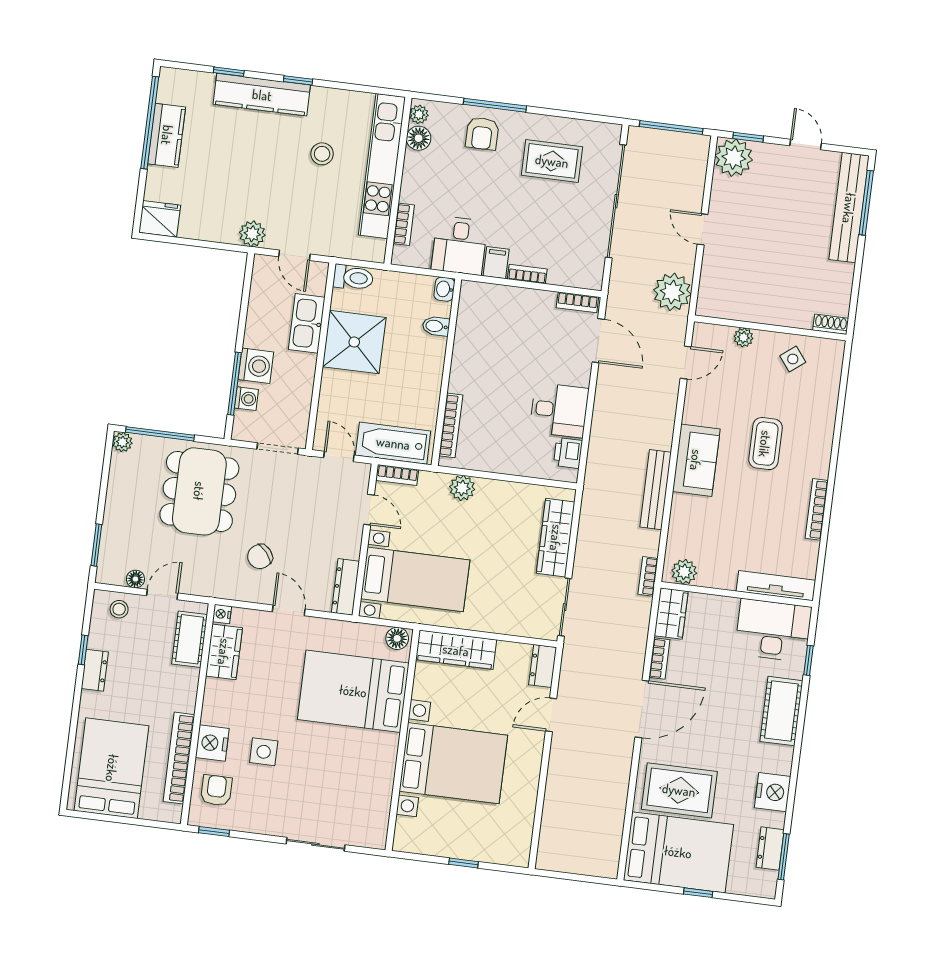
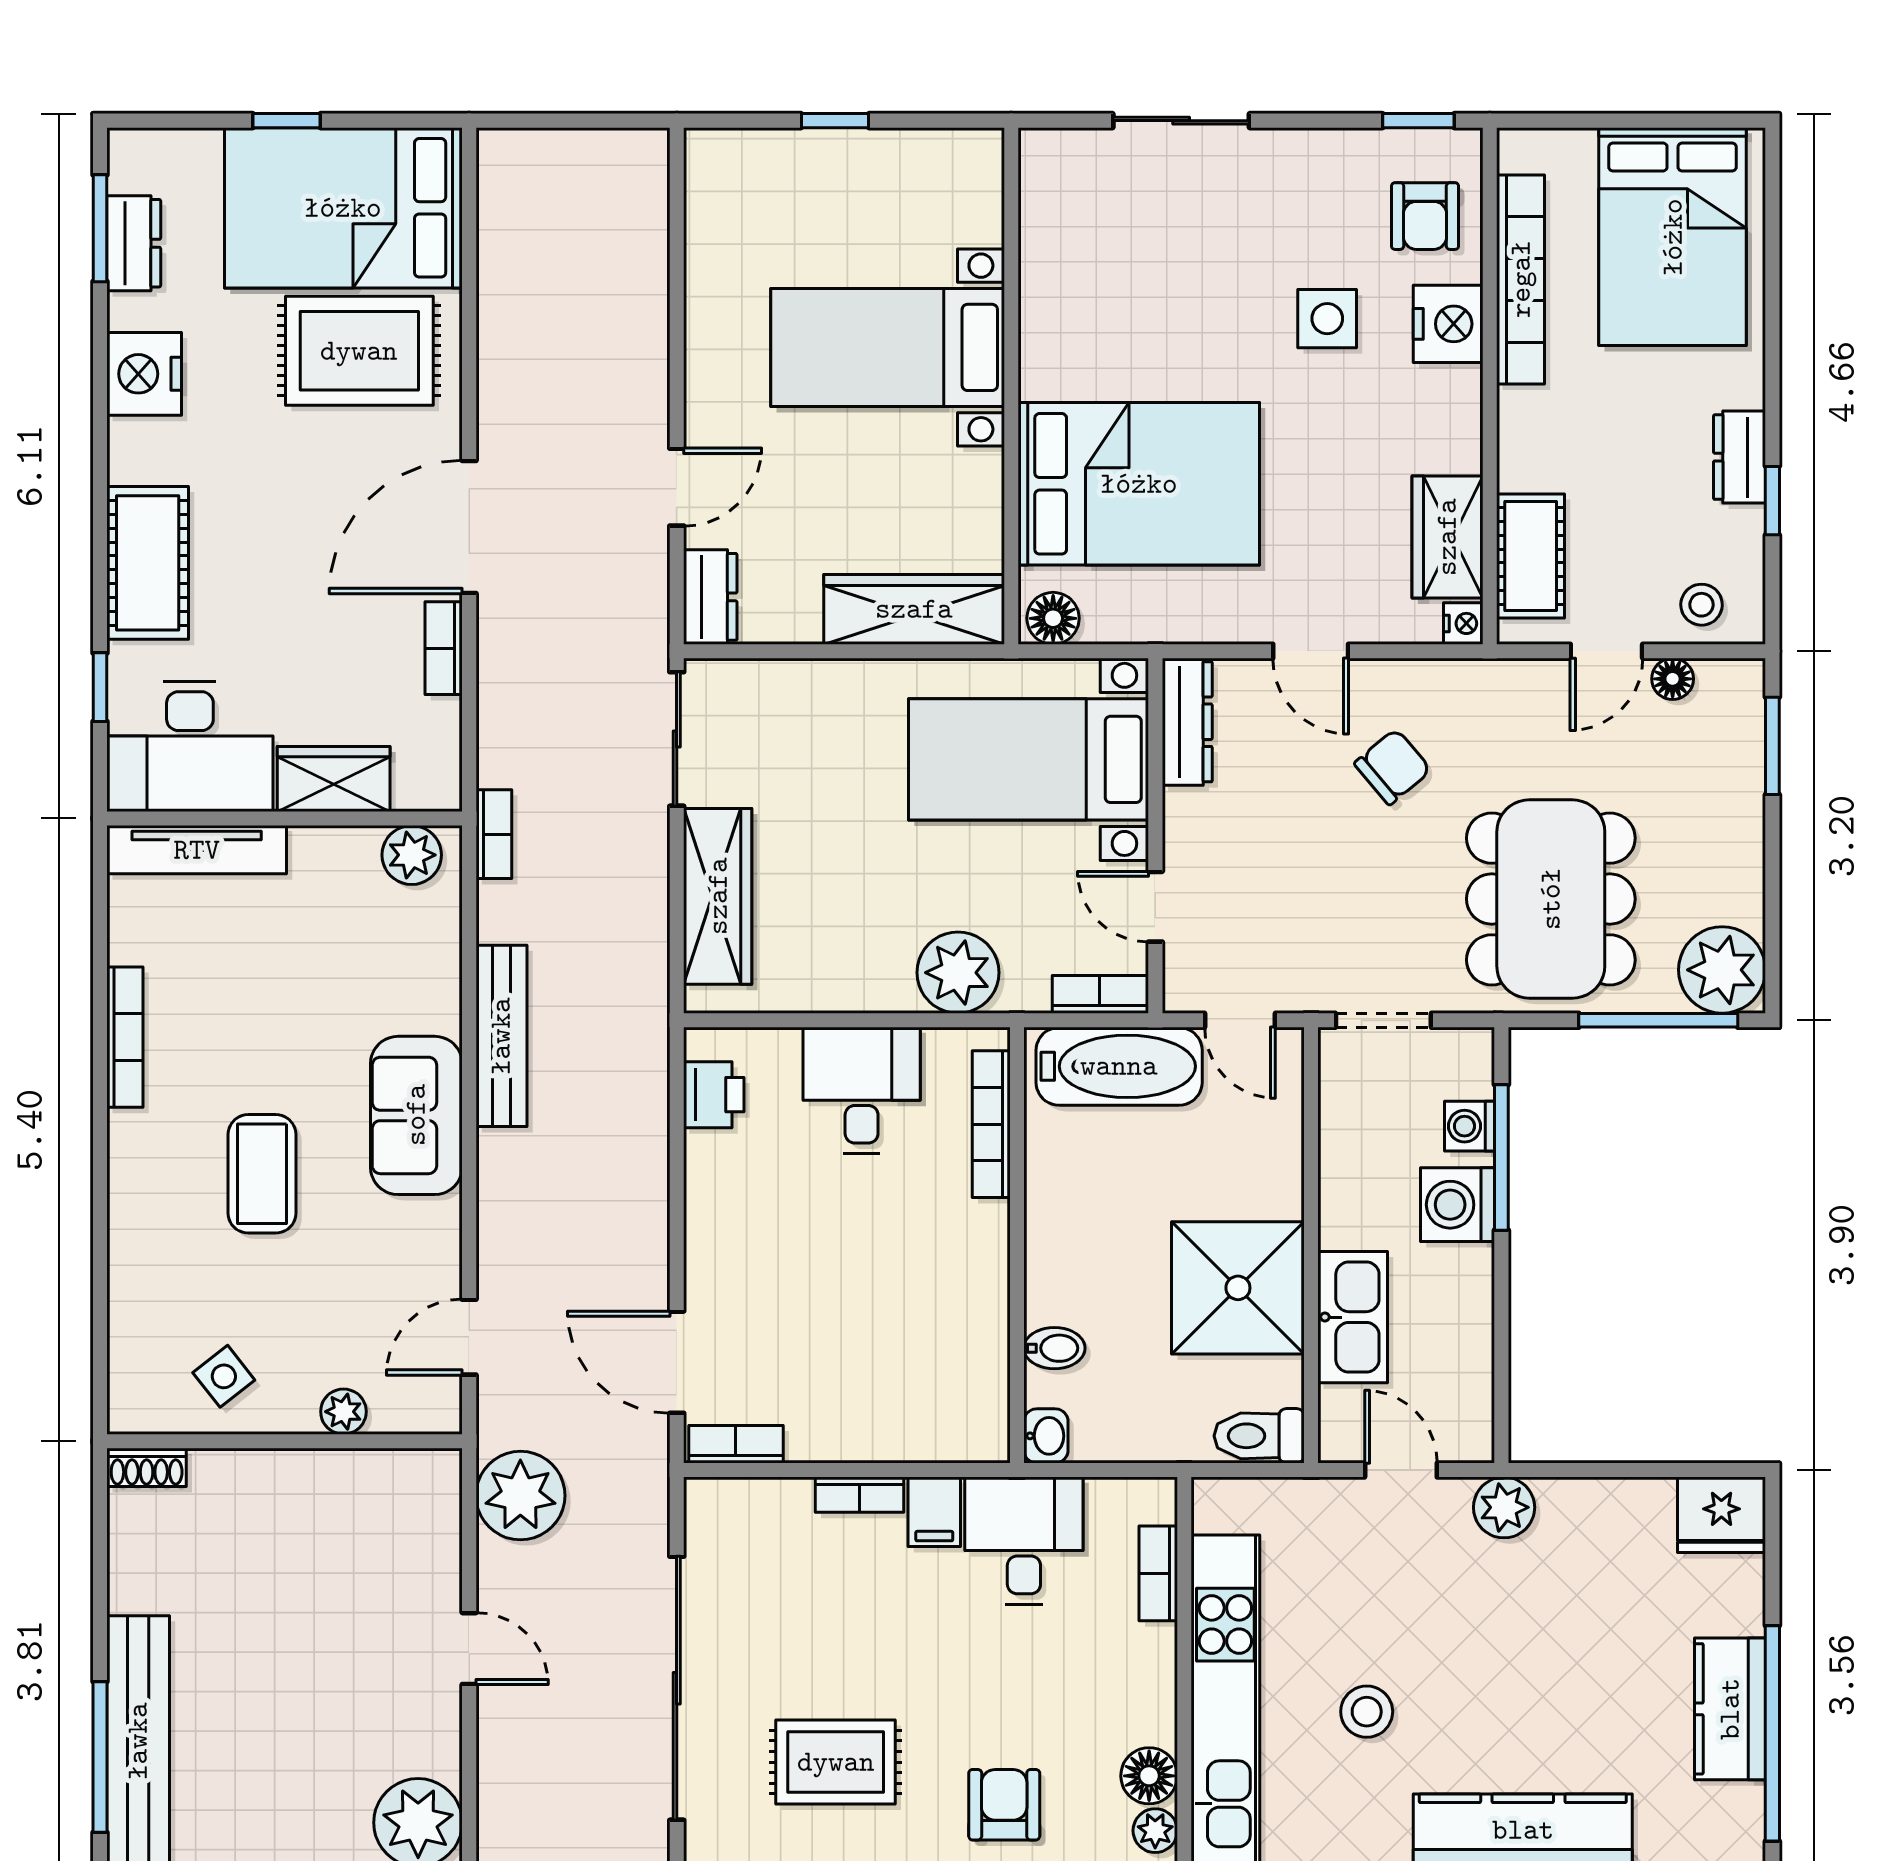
desk: (559, 410) -> (862, 1090), moved, turned 90
plant: (122, 442) -> (1722, 970), width x1.87, depth x1.87
plant: (462, 488) -> (958, 973), width x1.36, depth x1.36
wardrobe: (671, 613) -> (334, 779), moved, turned 90
bed with nightstands: (453, 763) -> (888, 347), width x0.73

